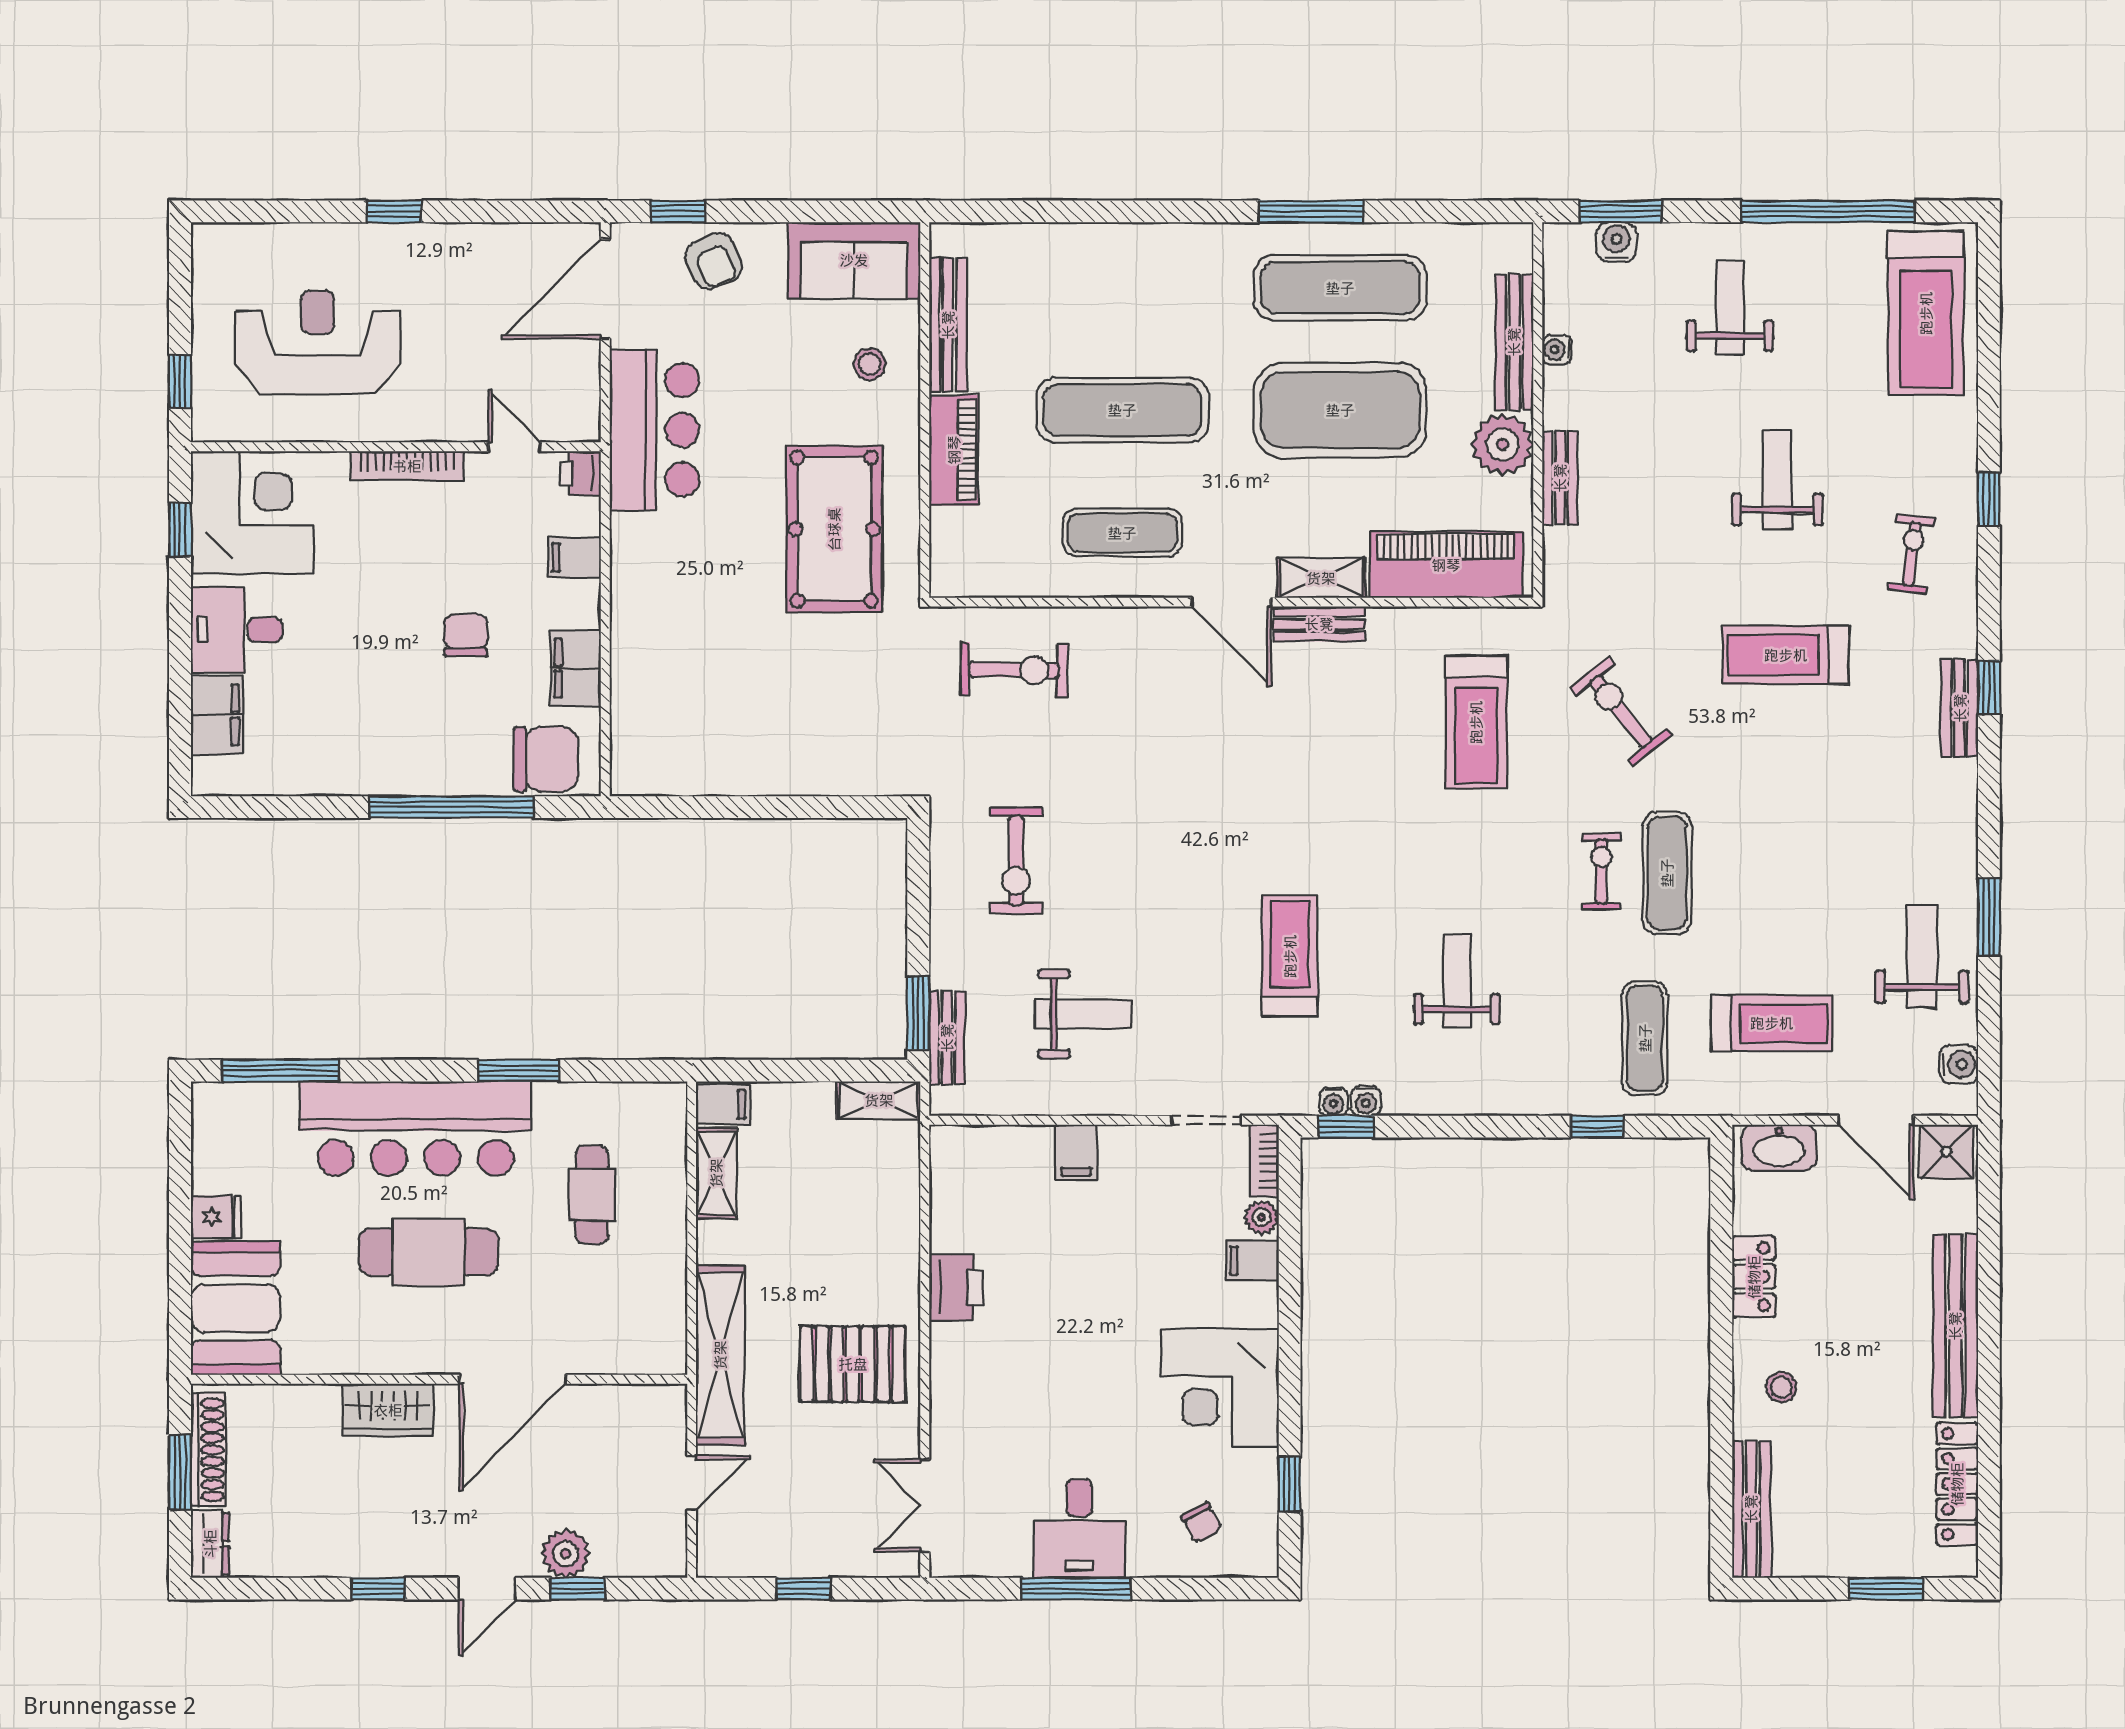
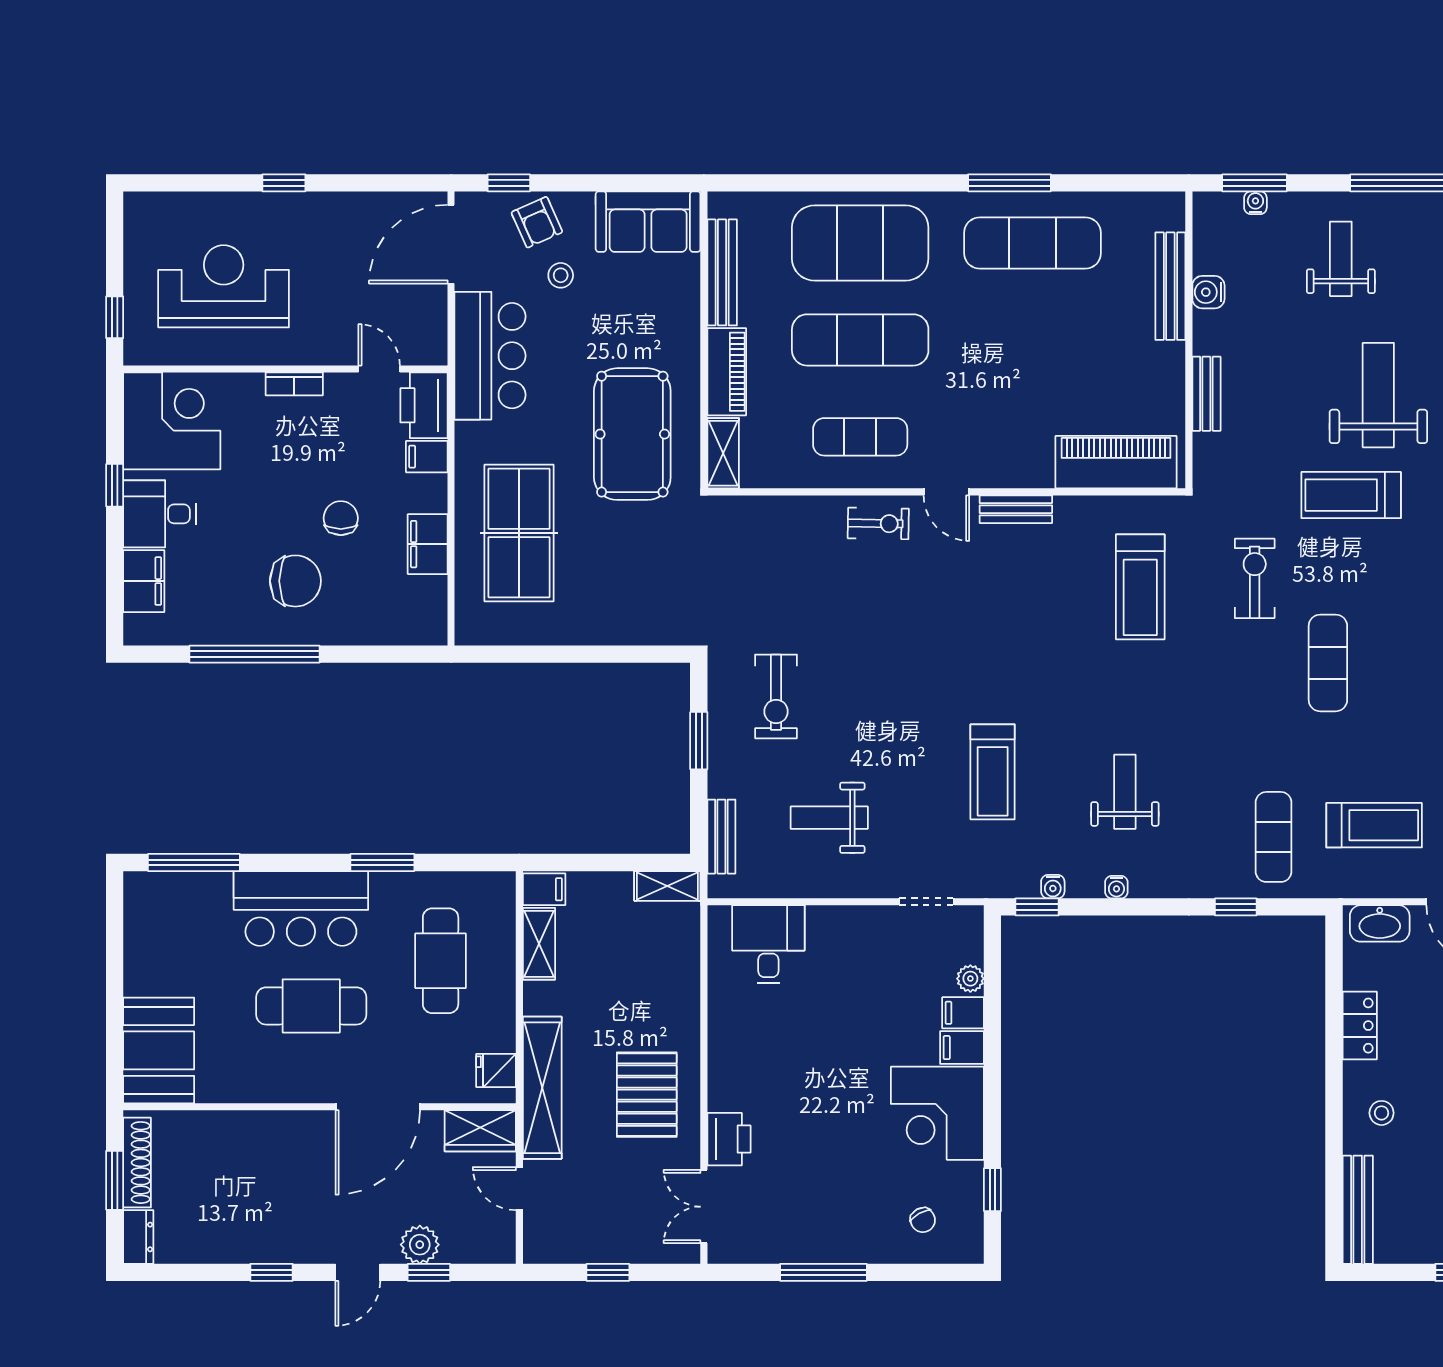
water cooler: (1616, 242) -> (1255, 203), width x0.72, depth x0.72
water cooler: (1557, 350) -> (1208, 292), width x1.38, depth x1.38
stool: (870, 364) -> (561, 275), moved
exercise mat: (1340, 410) -> (860, 243), moved
plant: (1503, 444) -> (1161, 367), removed
bookcase: (407, 466) -> (294, 384), width x0.64
printer: (581, 473) -> (424, 405), width x1.87, depth x1.48
weight bench: (1777, 480) -> (1378, 395), width x1.36, depth x1.33
window: (180, 529) -> (115, 485), moved
shelving: (1321, 578) -> (723, 453), moved, turned 90
door: (1231, 602) -> (946, 492), width x0.73
table tennis table: (691, 654) -> (519, 533), added
treadmill: (1786, 655) -> (1351, 495), moved
exercise bike: (1014, 670) -> (878, 523), moved, width x0.73, depth x0.72
exercise bike: (1621, 711) -> (1255, 578), turned 39
chair: (546, 759) -> (295, 581), moved
window: (452, 807) -> (254, 654), moved
exercise bike: (1601, 871) -> (1239, 705), removed
exercise mat: (1667, 873) -> (1328, 663), moved
treadmill: (1290, 956) -> (993, 772), turned 180
window: (918, 1013) -> (699, 741), moved
weight bench: (1083, 1014) -> (829, 818), turned 180
water cooler: (1333, 1102) -> (1116, 887), moved
bar counter: (415, 1129) -> (301, 908), width x0.73
filing cabinet: (1076, 1152) -> (962, 1048), moved, turned 90
bookcase: (1264, 1161) -> (972, 934), removed
cafe table: (592, 1195) -> (441, 961), width x1.37, depth x1.35
fridge: (216, 1217) -> (496, 1070), moved, turned 180
printer: (956, 1287) -> (729, 1139), moved
pallet: (853, 1364) -> (647, 1095), turned 90
wardrobe: (388, 1410) -> (480, 1131), moved
door: (692, 1483) -> (519, 1189), swing flipped
desk: (1079, 1528) -> (768, 944), moved, turned 180

